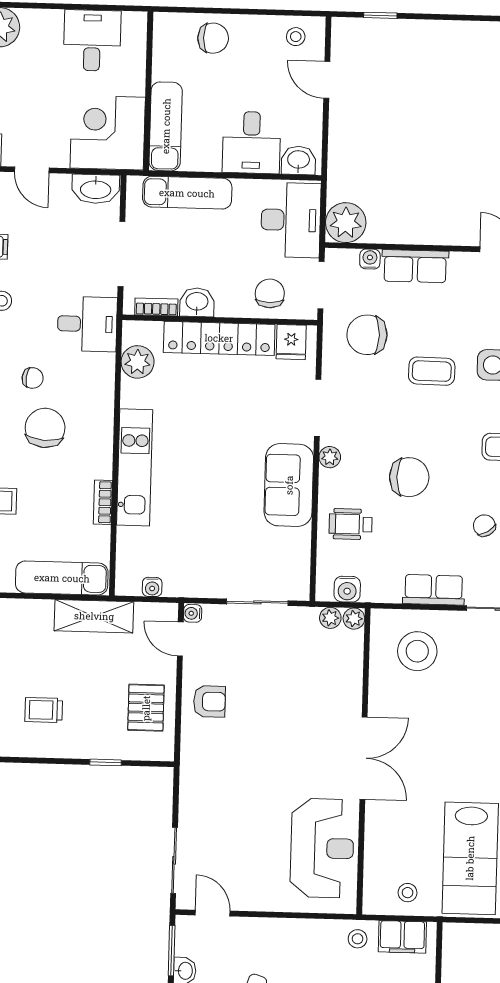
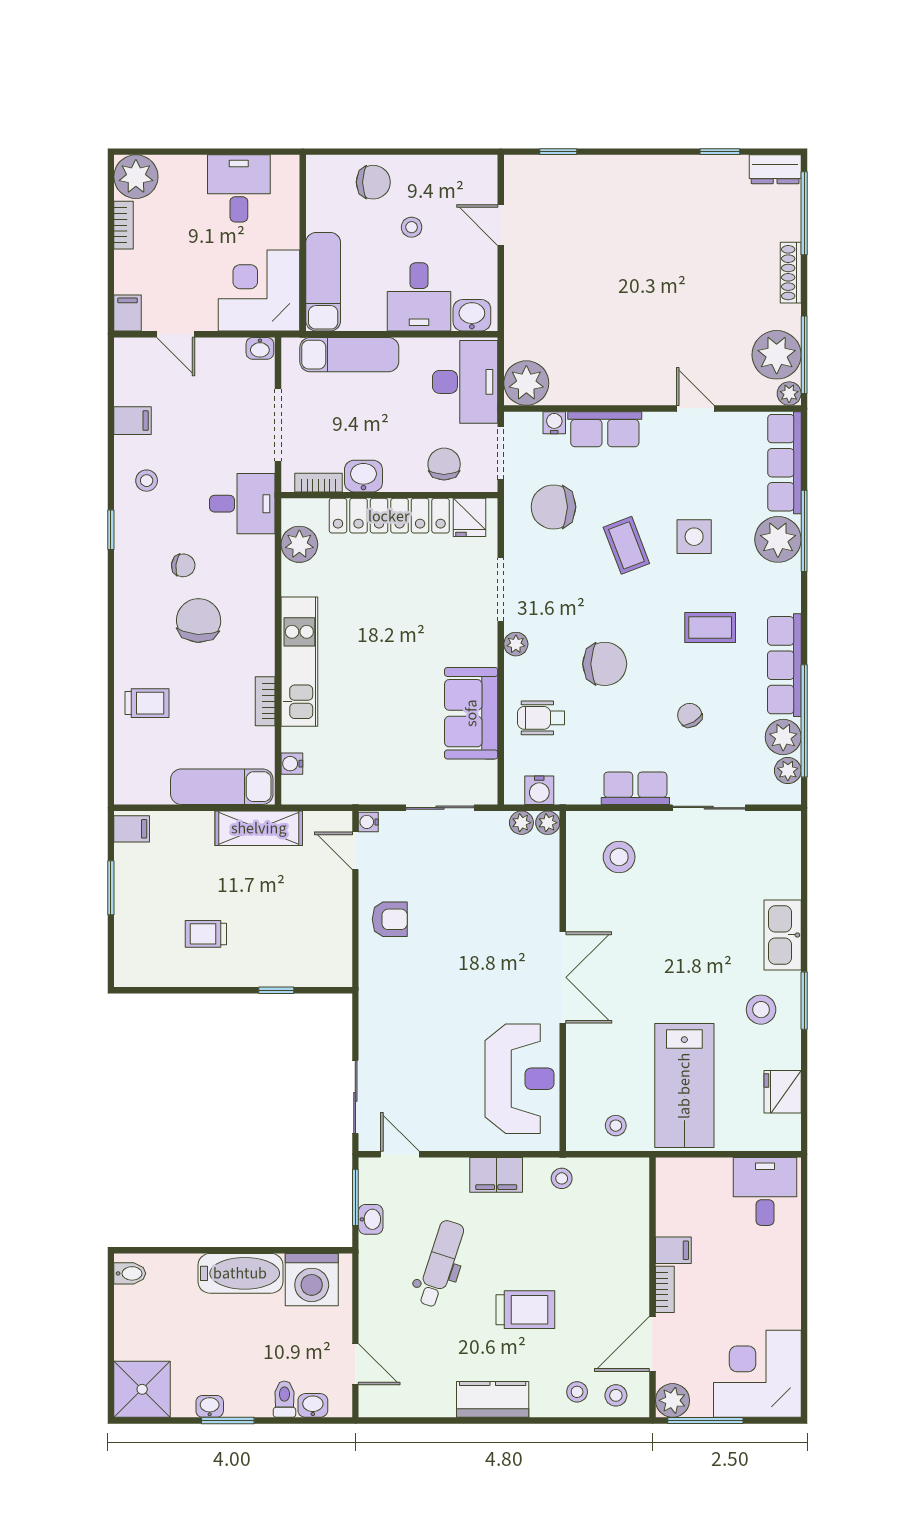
stool: (296, 37) -> (412, 227), moved
washbasin: (96, 189) -> (260, 348), width x0.52, depth x0.69
coffee table: (432, 371) -> (626, 545), turned 68
sofa: (289, 485) -> (471, 713), moved
water cooler: (152, 587) -> (292, 764), moved, turned 90
stool: (417, 651) -> (619, 857), width x0.73, depth x0.73
pallet: (146, 708) -> (319, 928), removed
filing cabinet: (402, 937) -> (496, 1175), moved

